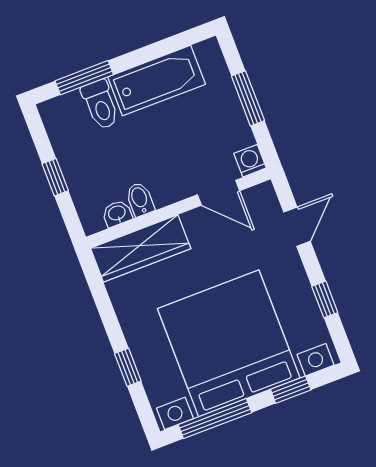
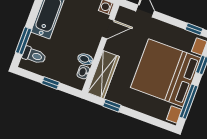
toilet: (100, 105) -> (34, 55), moved
window: (325, 299) -> (194, 29), moved
window: (128, 367) -> (112, 106), moved

